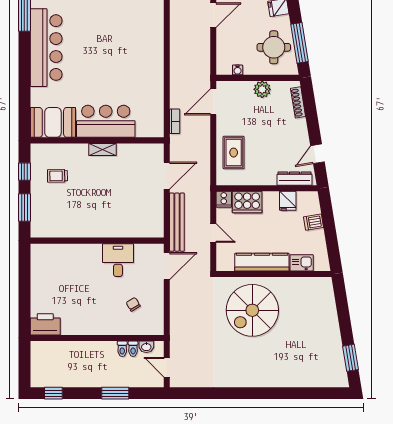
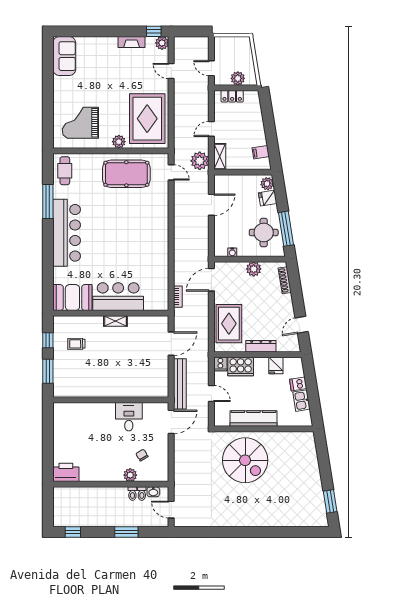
rug: (234, 153) -> (229, 324), width x1.36, depth x1.43
dresser: (294, 179) -> (261, 346), moved
kitchen sink: (302, 263) -> (301, 401), moved, turned -99
spiral stairs: (252, 310) -> (245, 460), turned -90
plant: (120, 327) -> (130, 475), added

